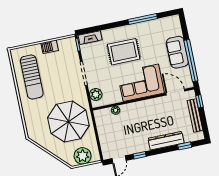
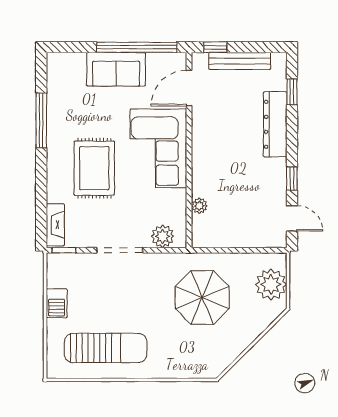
parasol: (68, 122) -> (202, 297), width x0.73, depth x0.73

